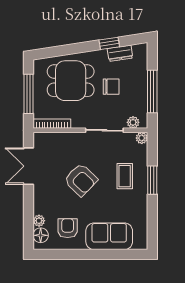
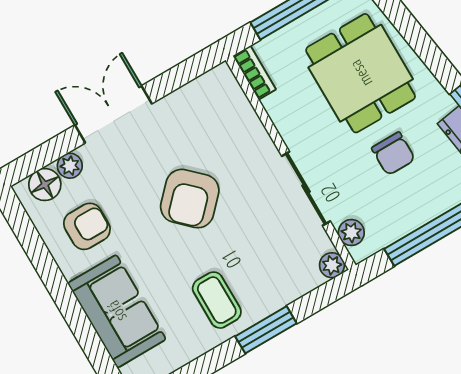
bookcase: (52, 124) -> (254, 73), width x0.64
double door: (28, 166) -> (113, 114), moved
coffee table: (125, 176) -> (217, 300), moved, turned 90

